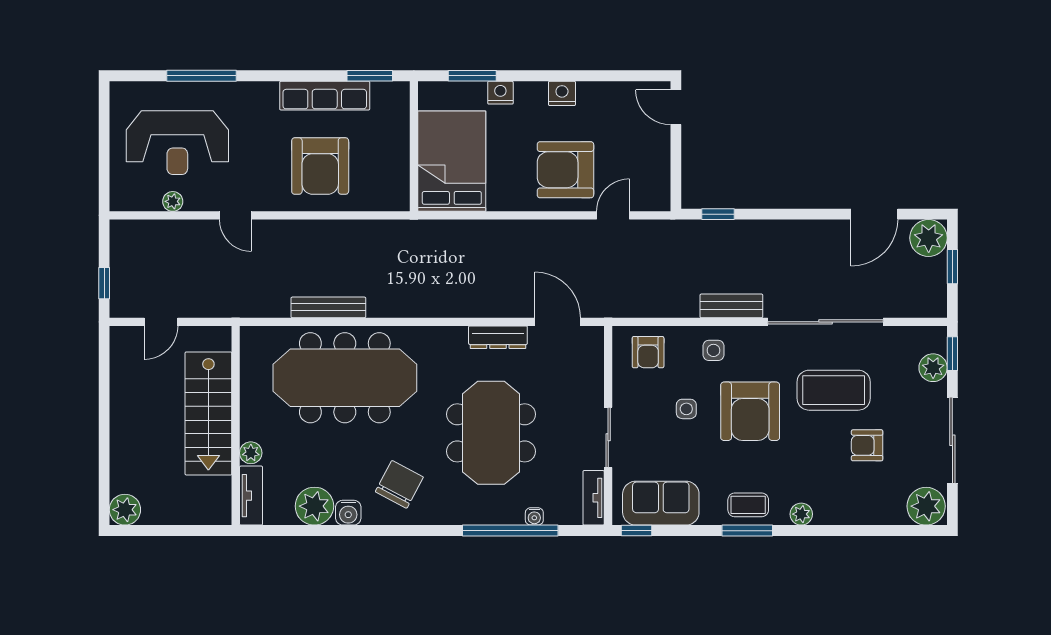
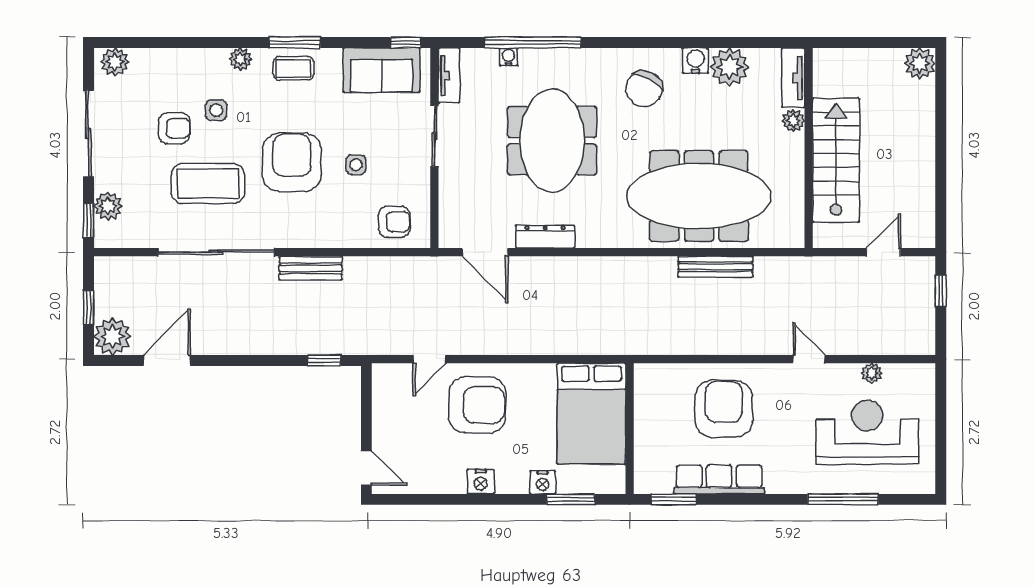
side table: (714, 350) -> (216, 110), moved
armchair: (648, 352) -> (394, 222), turned 90
plant: (926, 506) -> (115, 62), width x0.73, depth x0.73

